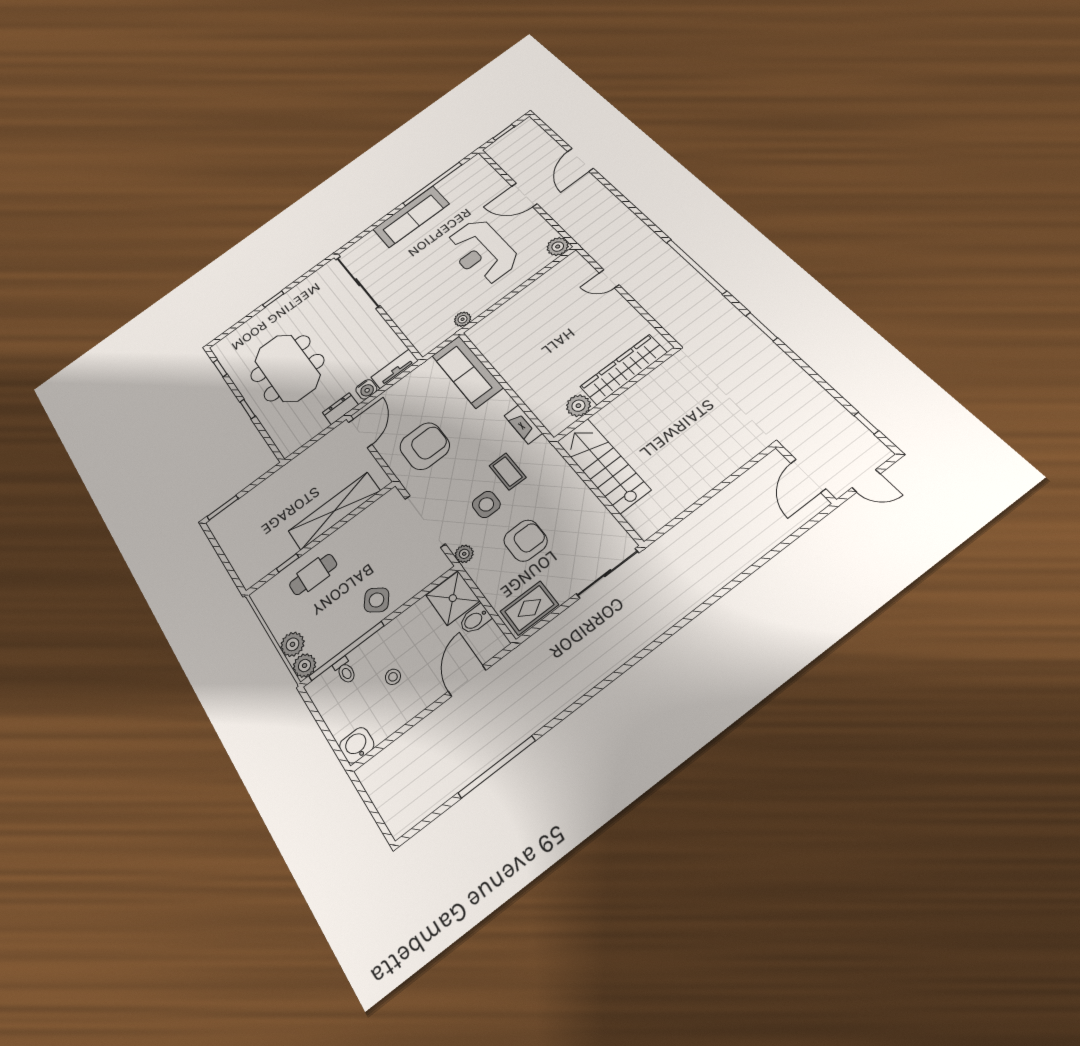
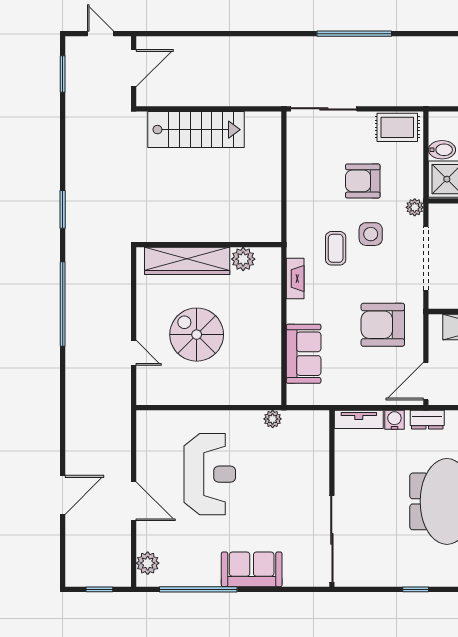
sofa: (411, 217) -> (252, 569), width x0.73
plant: (558, 247) -> (148, 563), moved
spiral stairs: (570, 327) -> (197, 335), added
sofa: (467, 372) -> (304, 354), width x0.73
window: (866, 423) -> (63, 74), width x1.50
stairs: (603, 465) -> (196, 130), moved, turned -90
window: (634, 661) -> (354, 34), added

